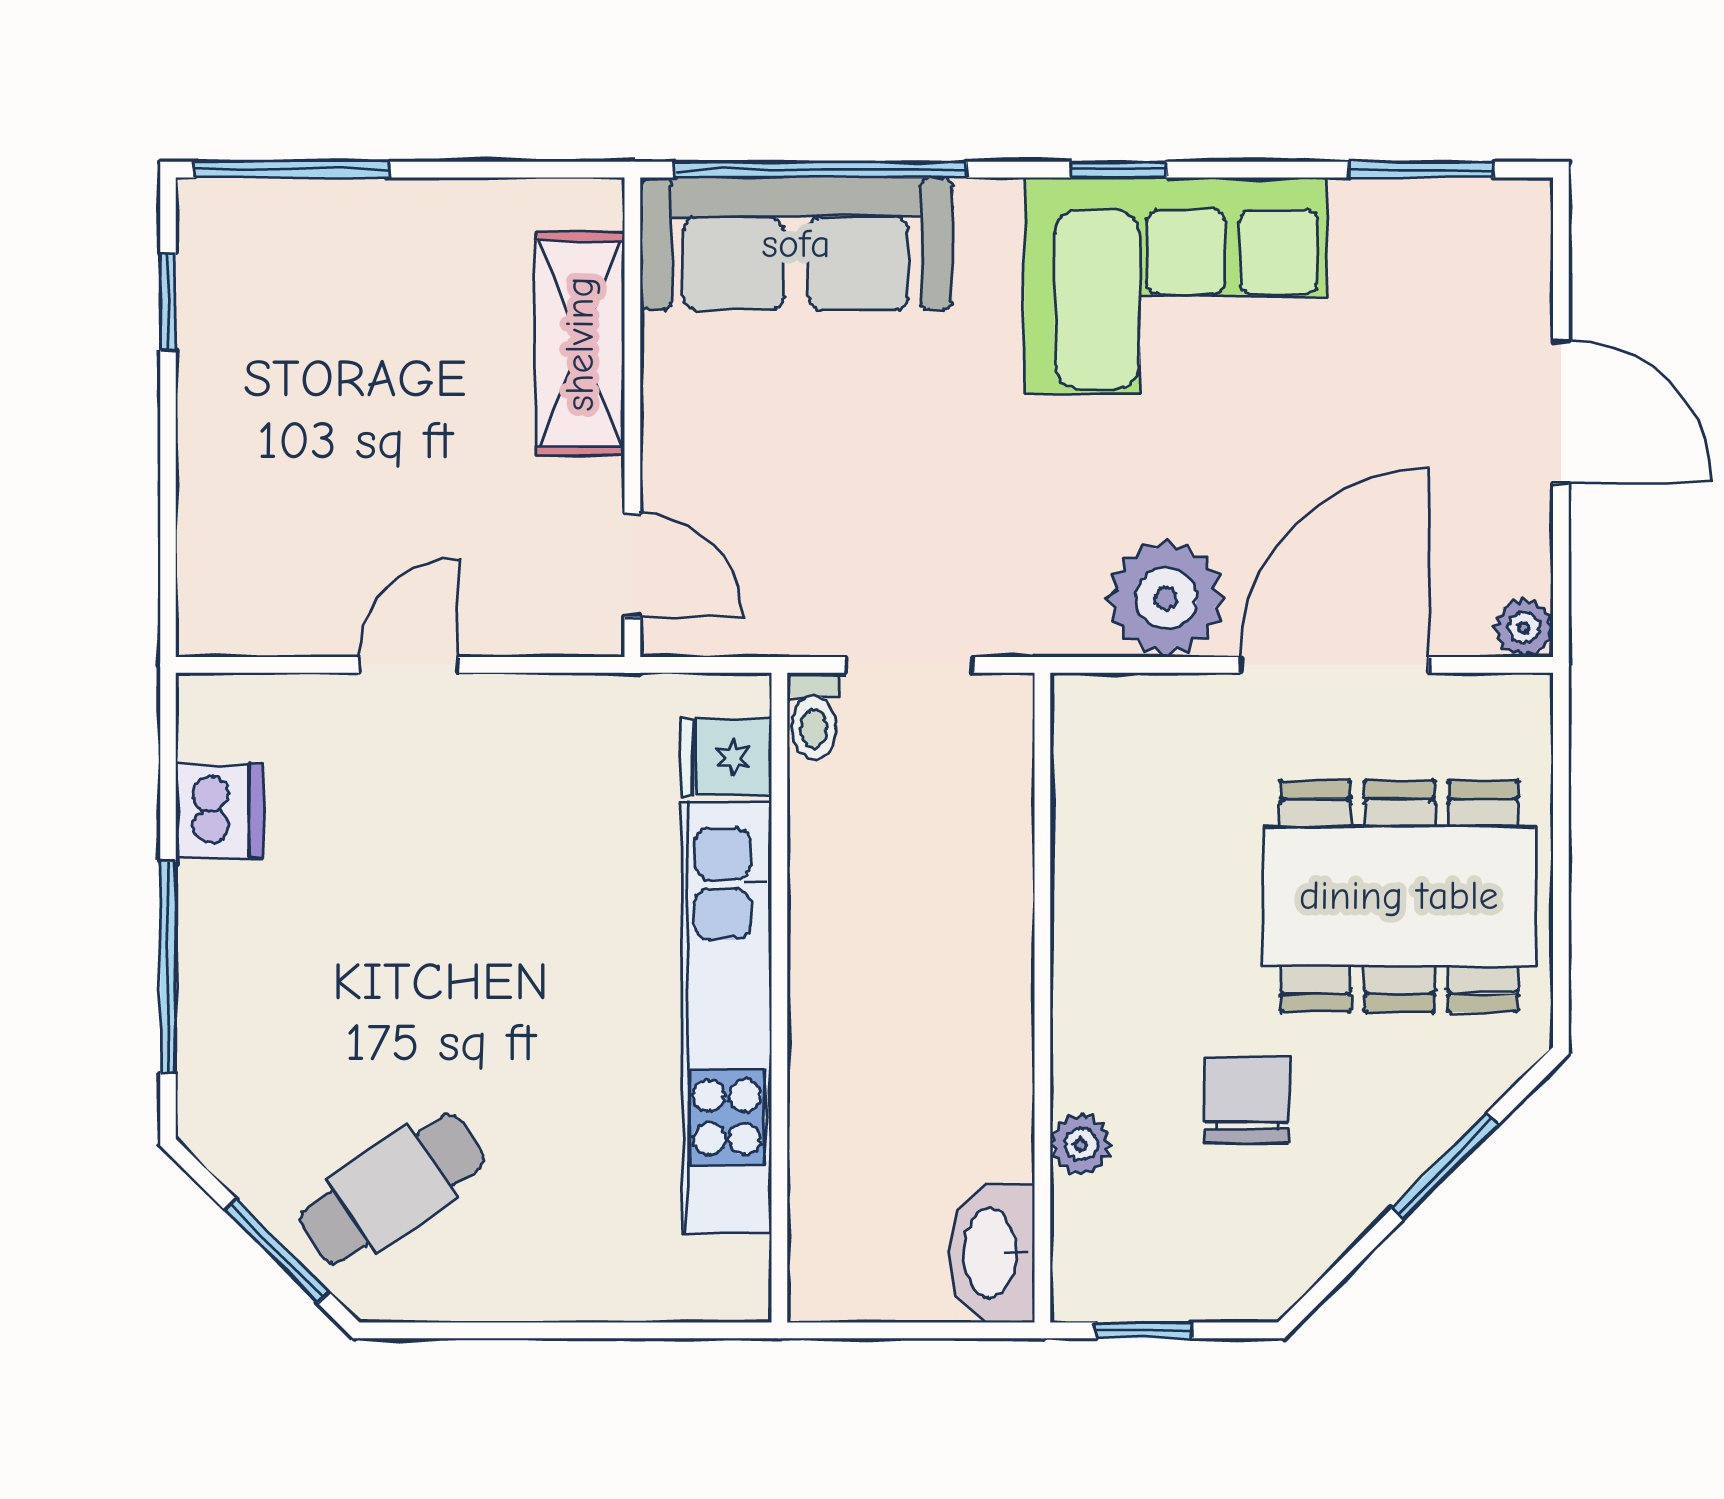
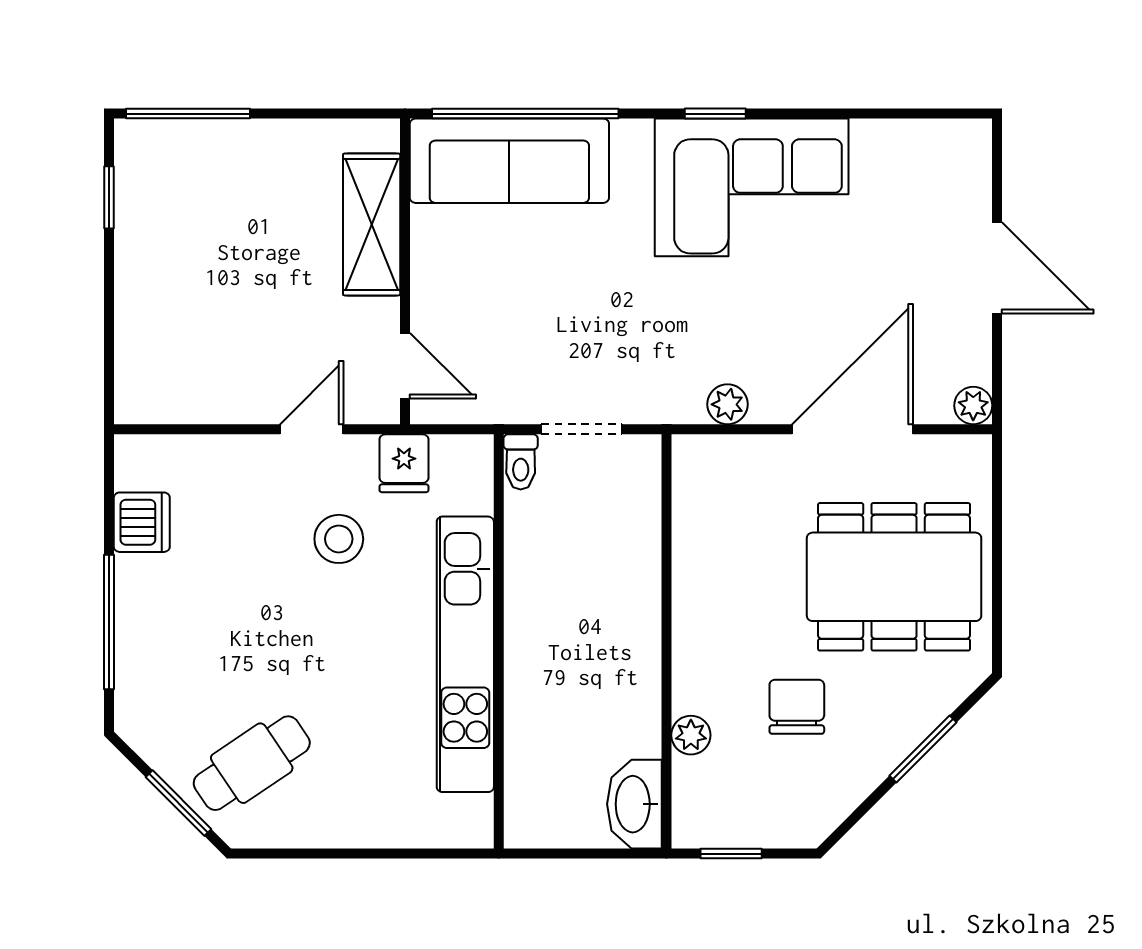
window: (1421, 170) -> (908, 114), removed
plant: (1166, 598) -> (728, 404), width x0.53, depth x0.53
door: (408, 665) -> (312, 429), moved
fridge: (726, 757) -> (404, 463), moved, turned -90
stool: (528, 837) -> (339, 539), added

